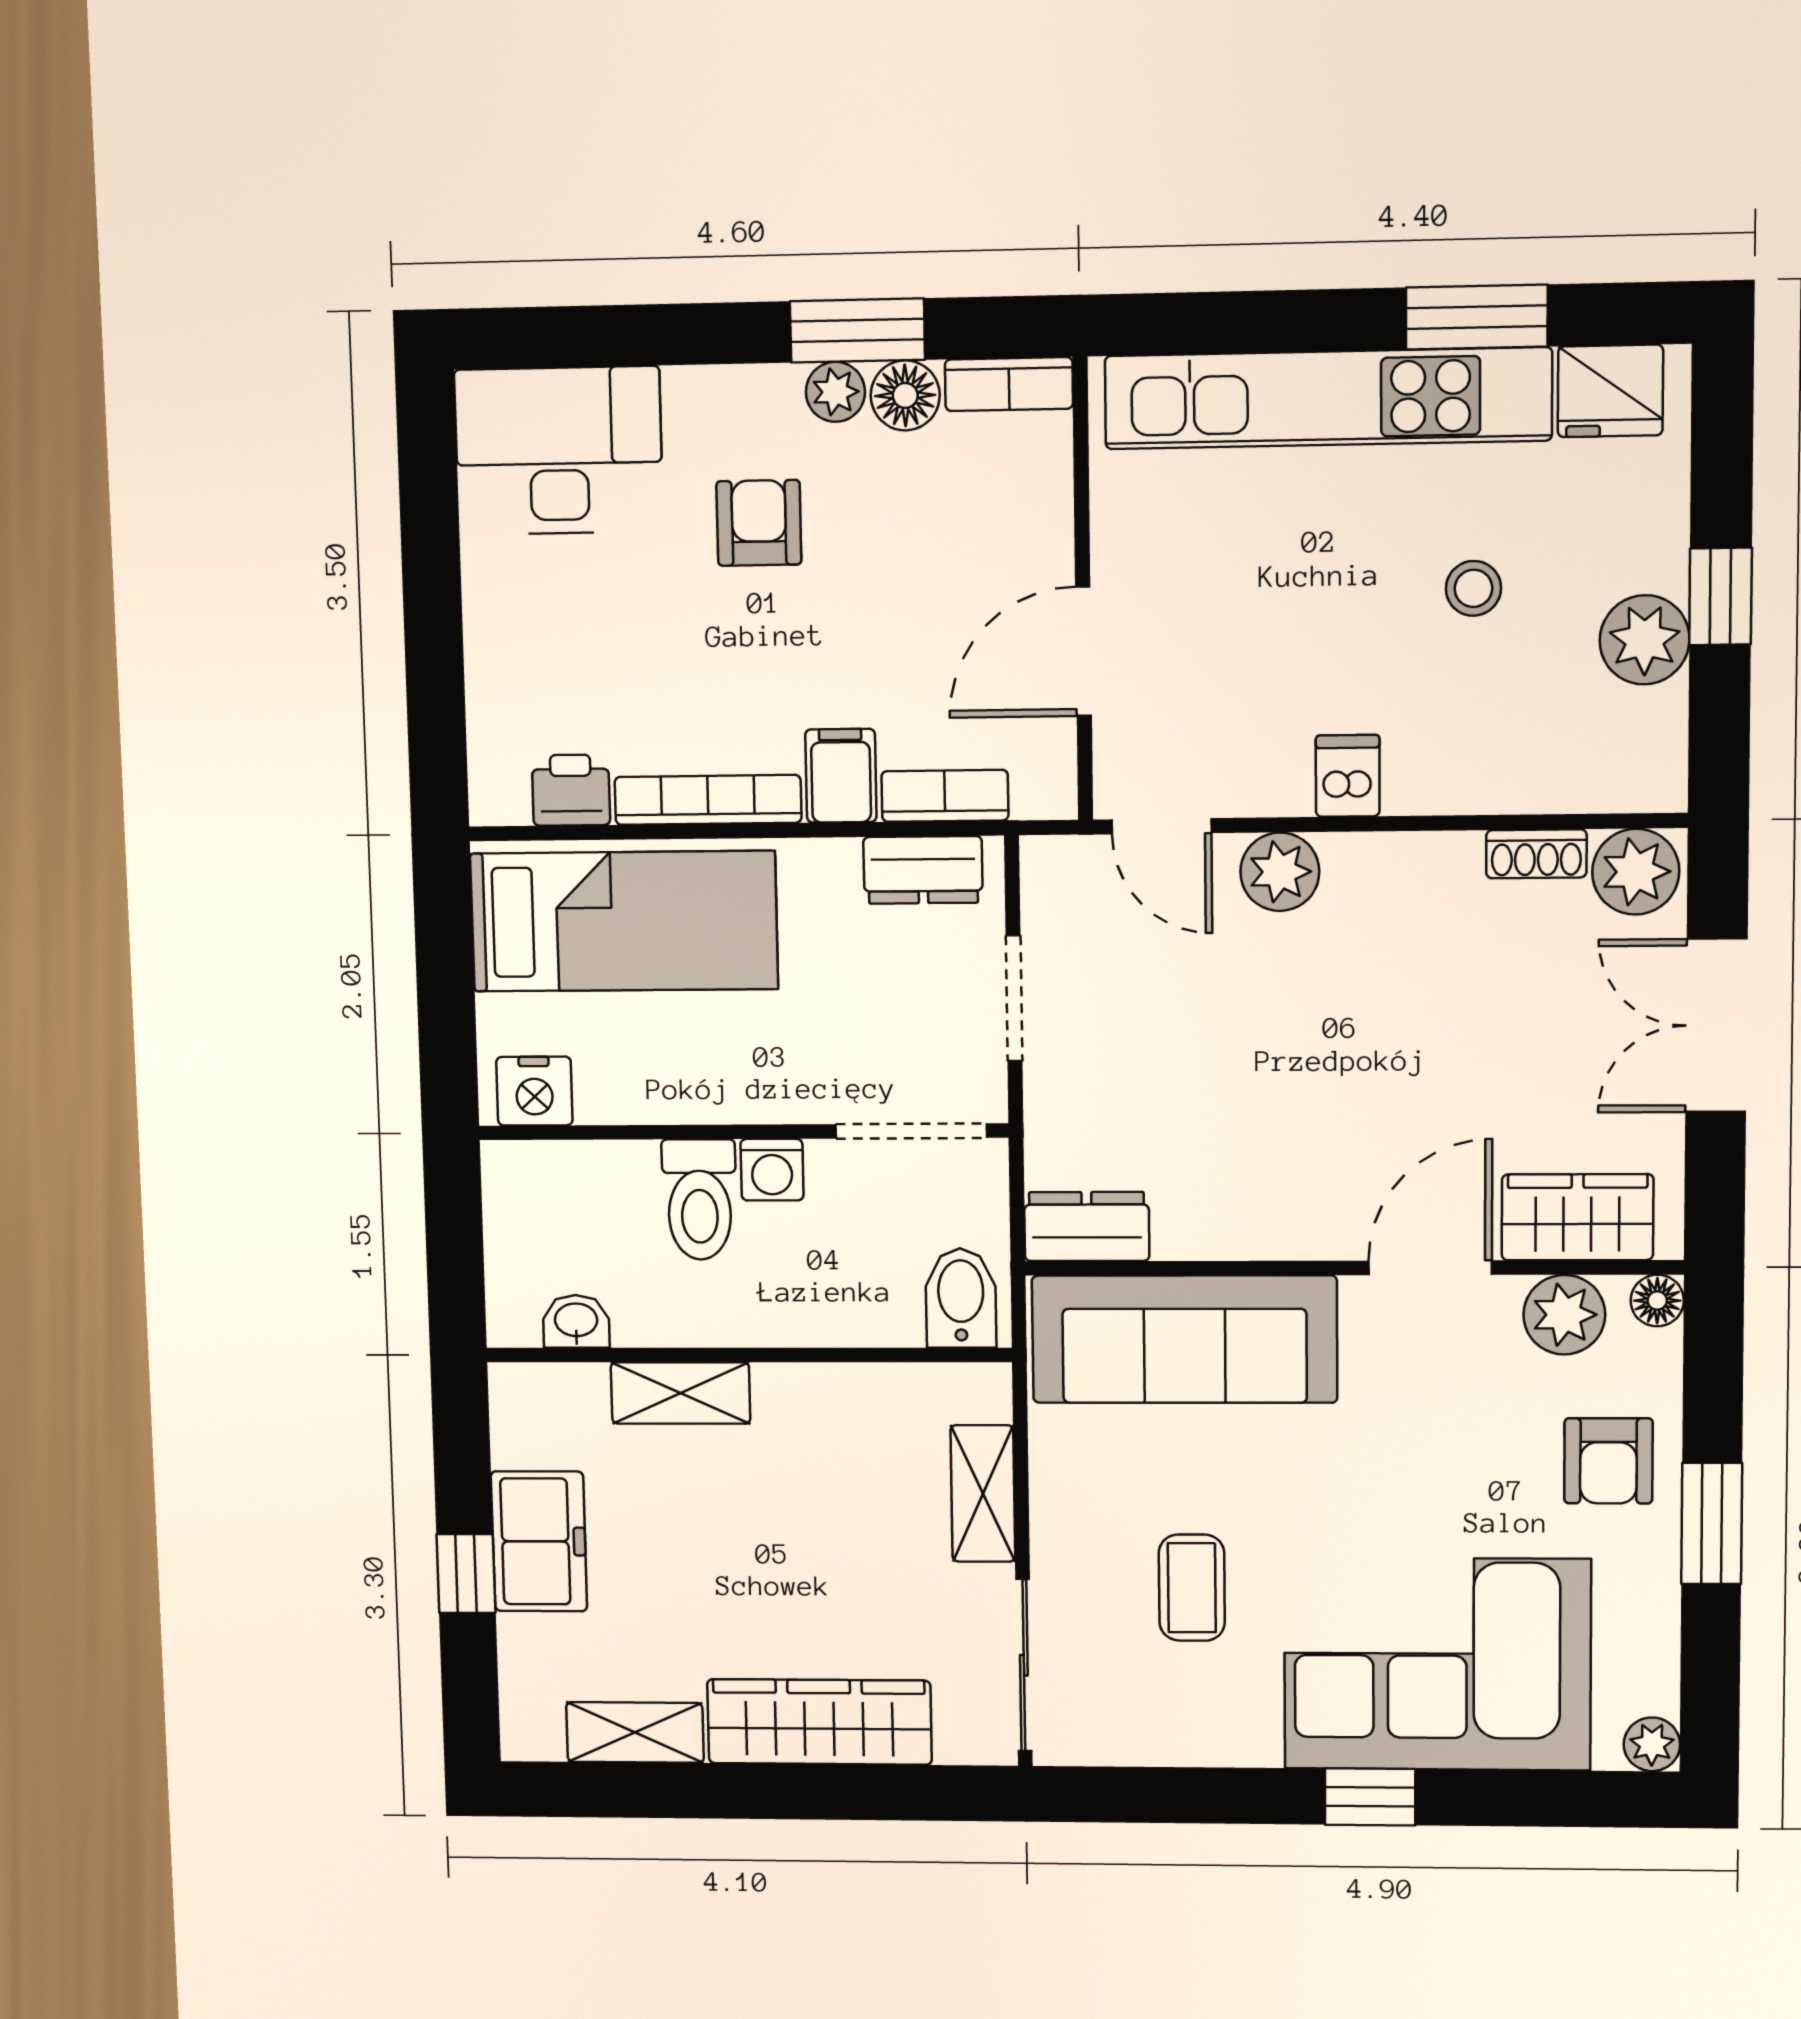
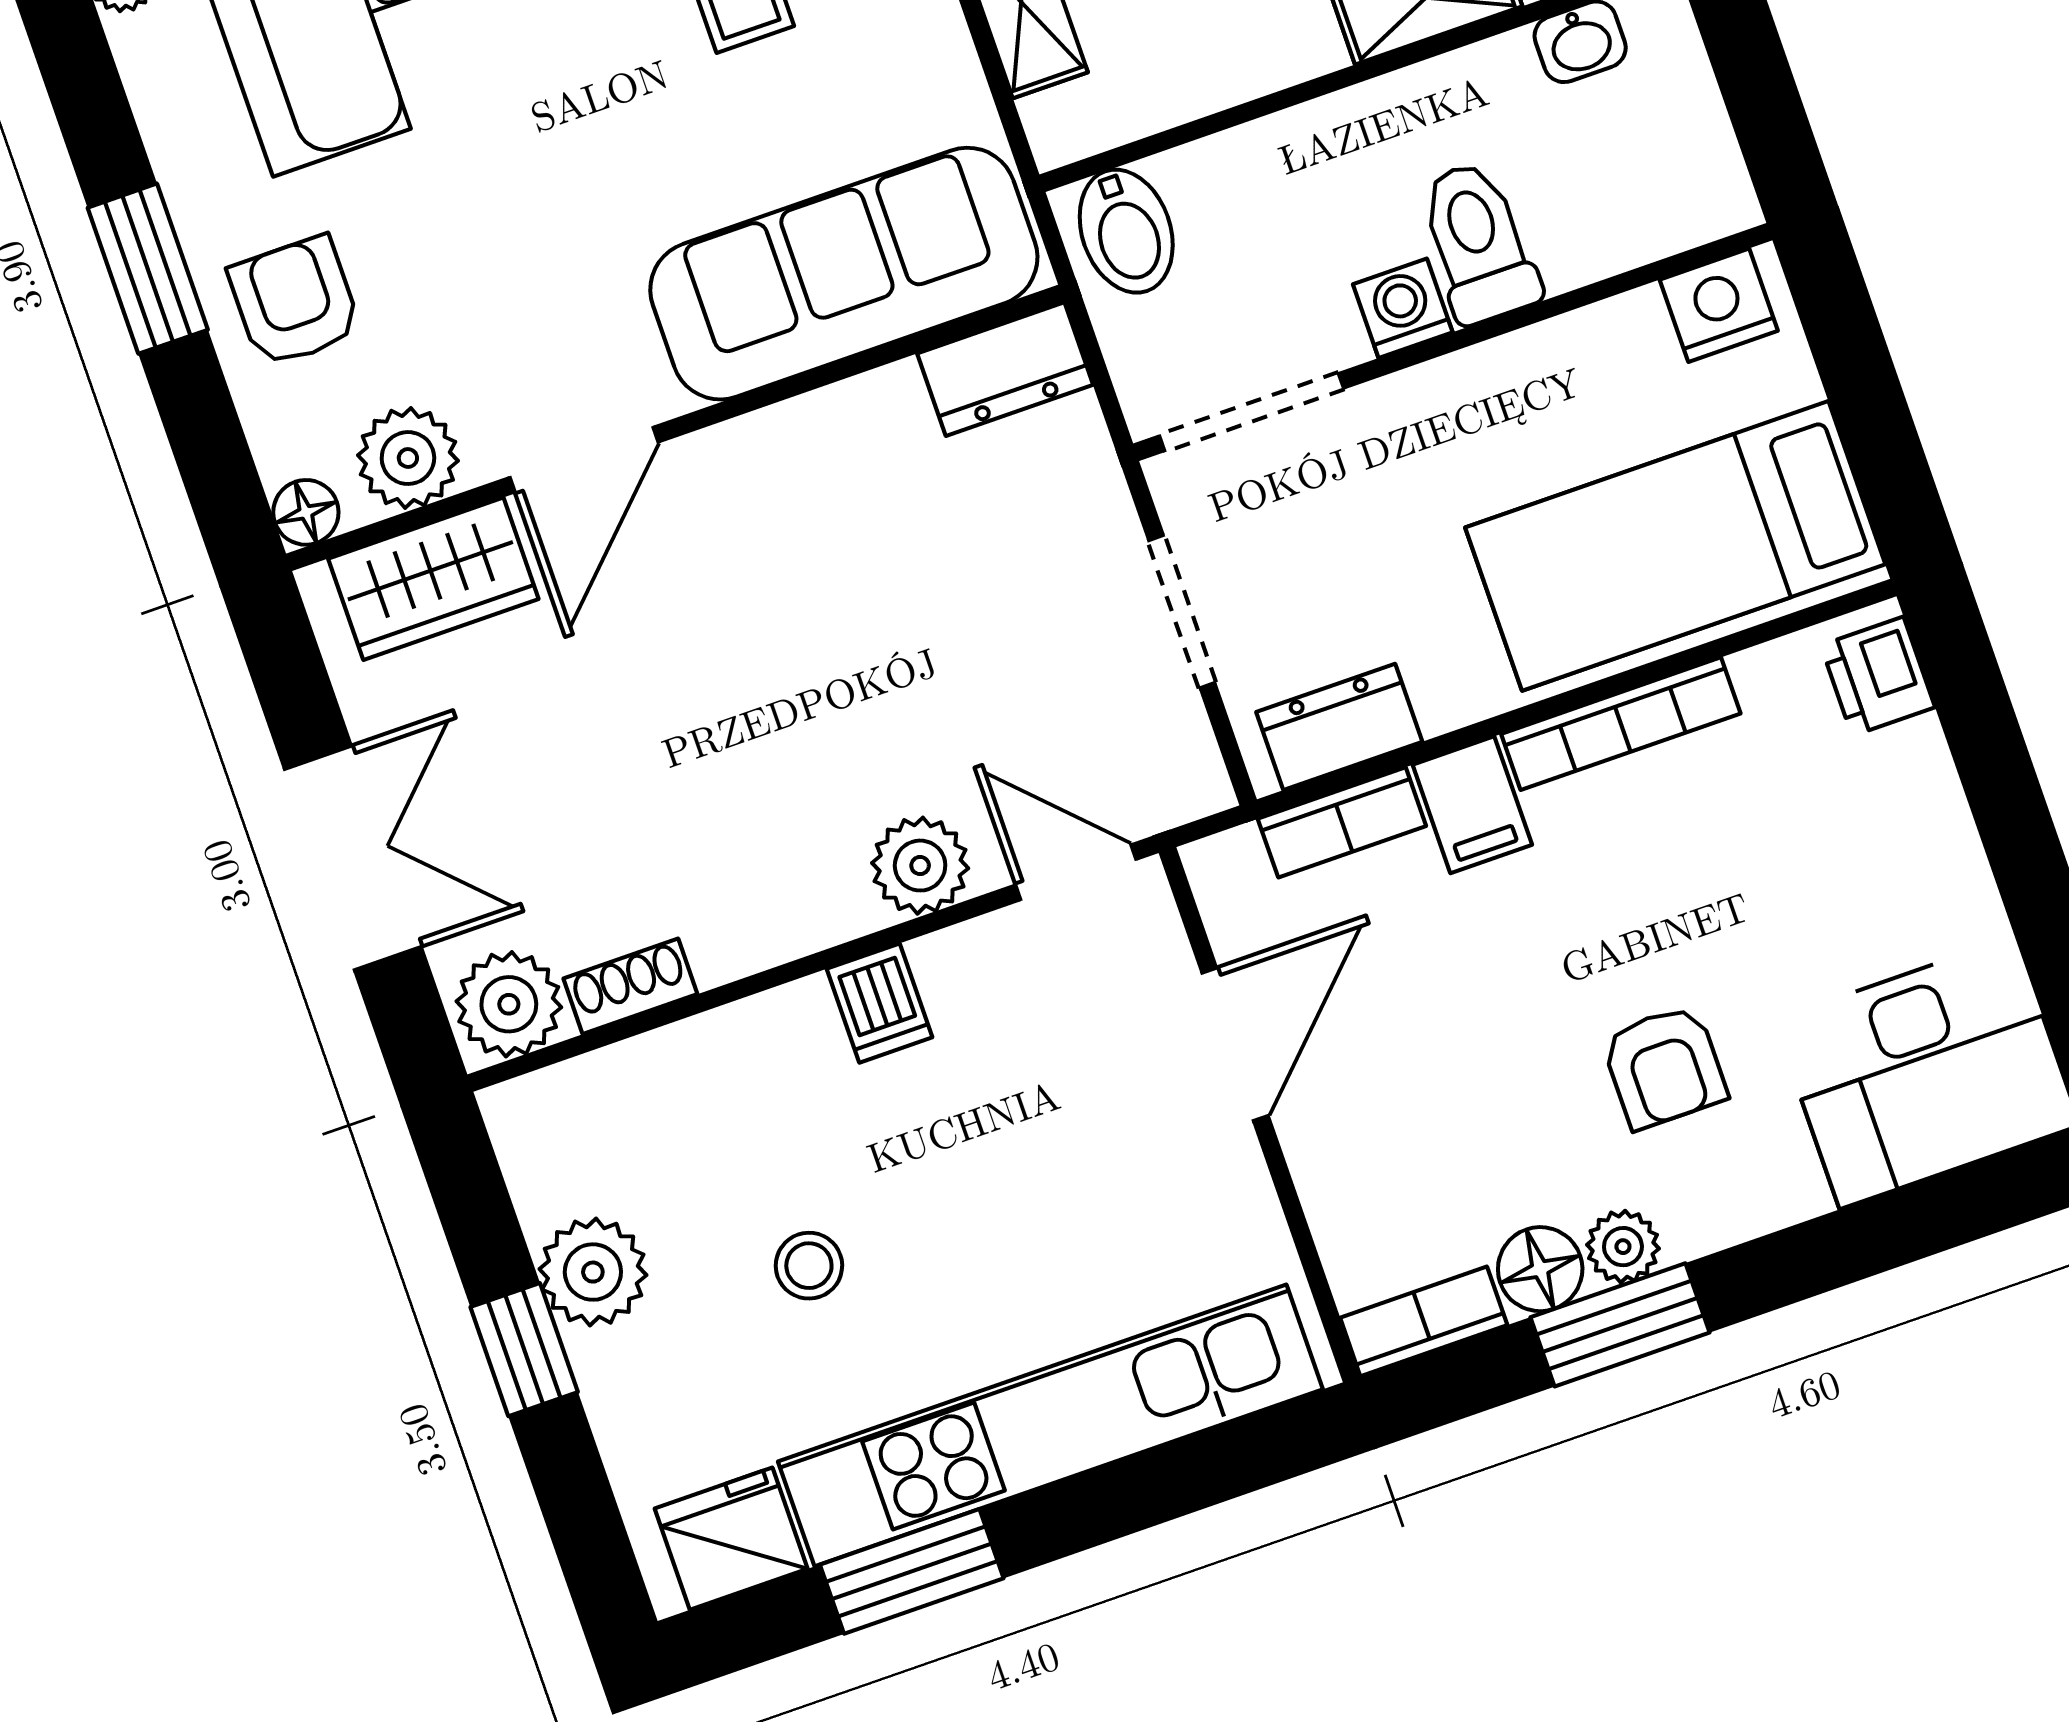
printer: (571, 790) -> (1878, 676), moved, turned 90

